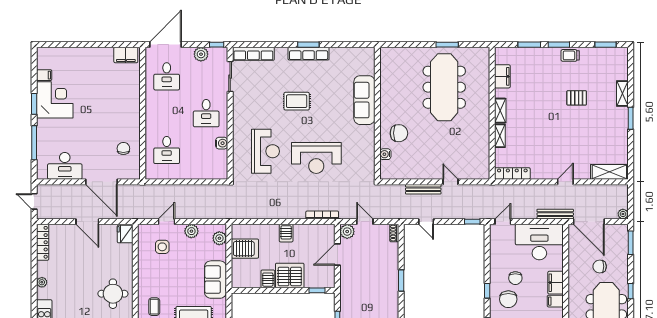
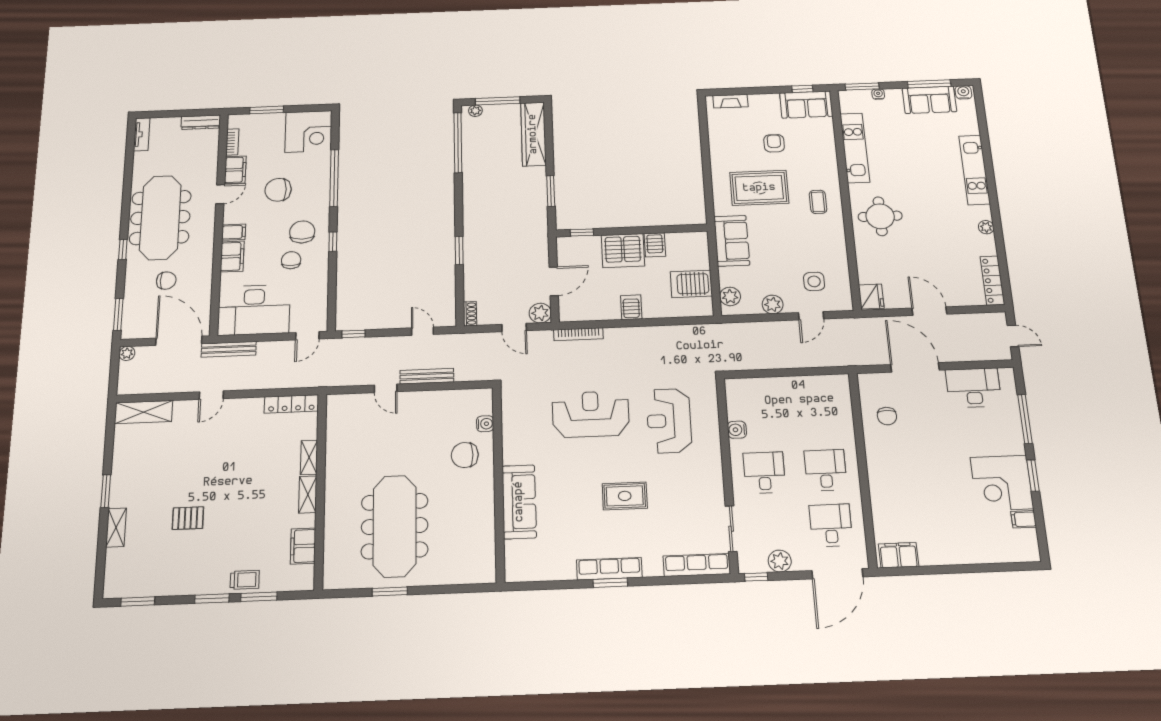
trolley: (570, 55) -> (245, 580), moved
desk: (167, 150) -> (826, 470), moved

